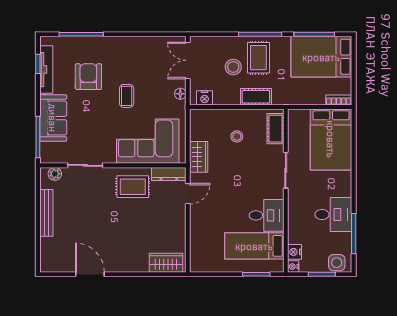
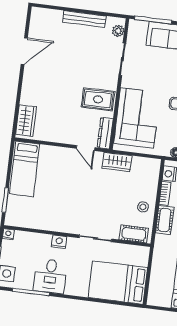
bookcase: (339, 100) -> (165, 193), moved
stool: (237, 136) -> (143, 207), moved
rug: (133, 187) -> (98, 99), turned 90
desk: (267, 215) -> (57, 216), removed
bed: (254, 246) -> (25, 169), moved, turned 180
nightstand: (295, 252) -> (59, 242), moved

